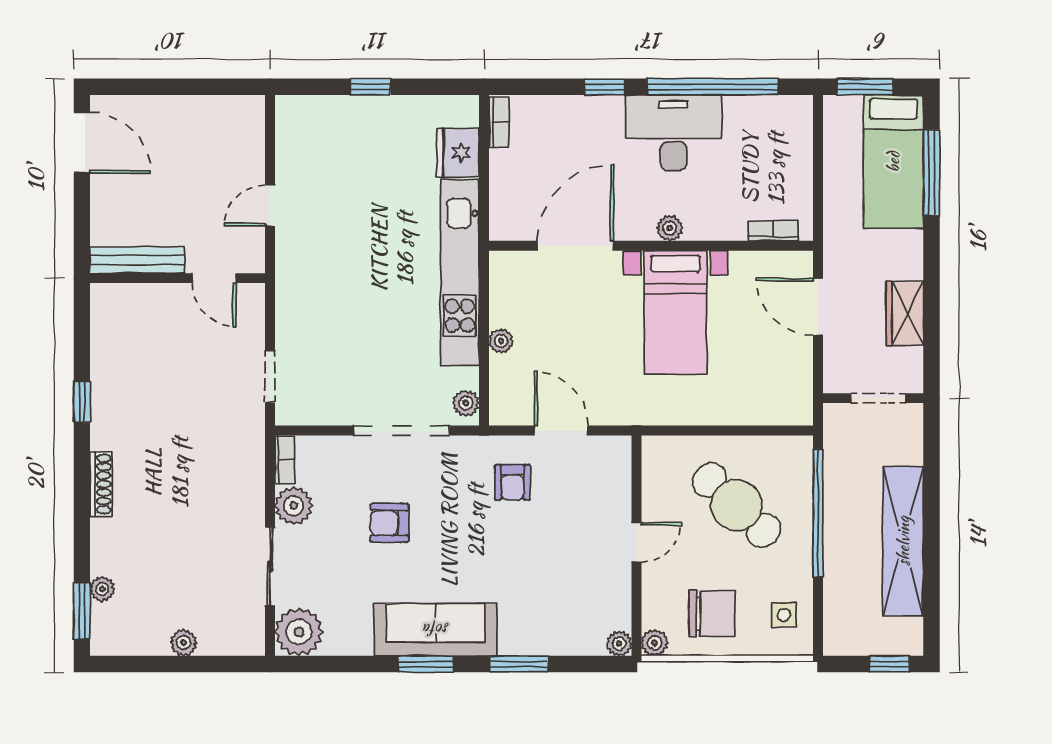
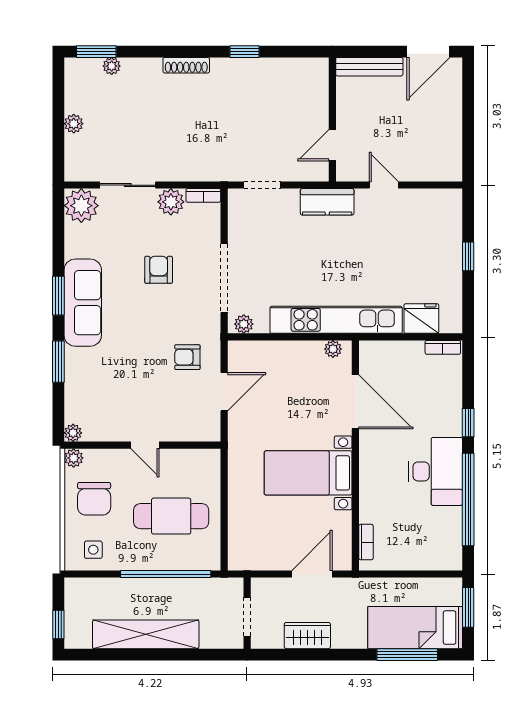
plant: (670, 228) -> (368, 469), removed
bench: (137, 260) -> (369, 67), moved, turned 90
kitchen counter: (294, 285) -> (327, 202), added
plant: (501, 341) -> (333, 349), moved
cafe table: (736, 505) -> (171, 516), turned 47

